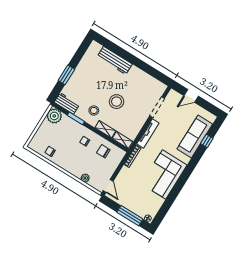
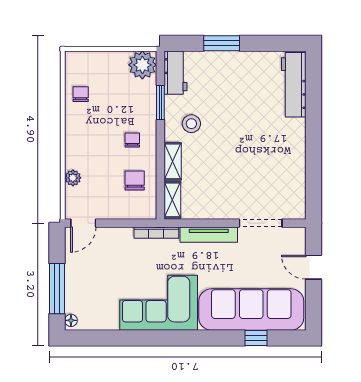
workbench: (115, 60) -> (294, 85), moved
stool: (117, 102) -> (229, 152), removed
sofa: (195, 136) -> (251, 310), width x1.36, depth x1.27

